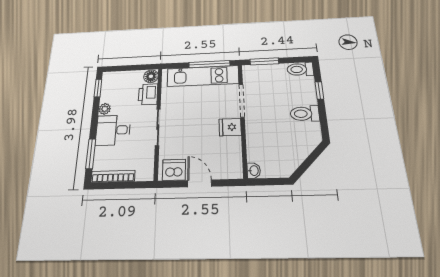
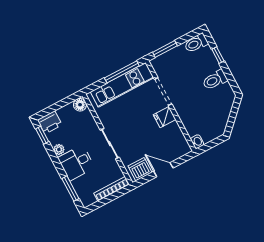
printer: (148, 94) -> (50, 122), moved, turned -90
bookcase: (113, 176) -> (112, 189), moved

